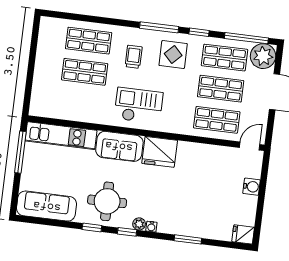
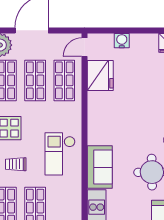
door: (250, 146) -> (85, 47), hinge flipped
fridge: (160, 152) -> (100, 75), moved

